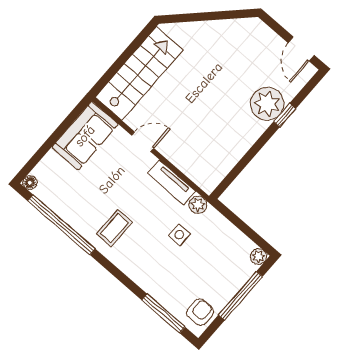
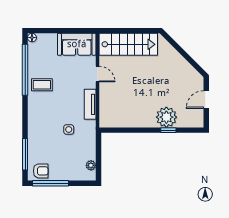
door: (301, 49) -> (206, 100), moved
plant: (198, 205) -> (90, 126), removed
coffee table: (114, 228) -> (42, 85), moved
plant: (259, 256) -> (91, 165), moved
window: (240, 296) -> (51, 183), moved

